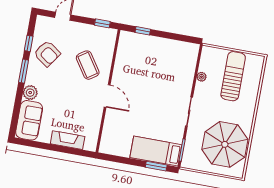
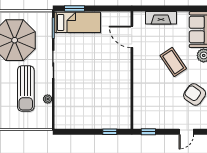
coffee table: (88, 65) -> (173, 62), moved
sun lounger: (233, 76) -> (26, 89), moved
door: (107, 96) -> (132, 37), moved

